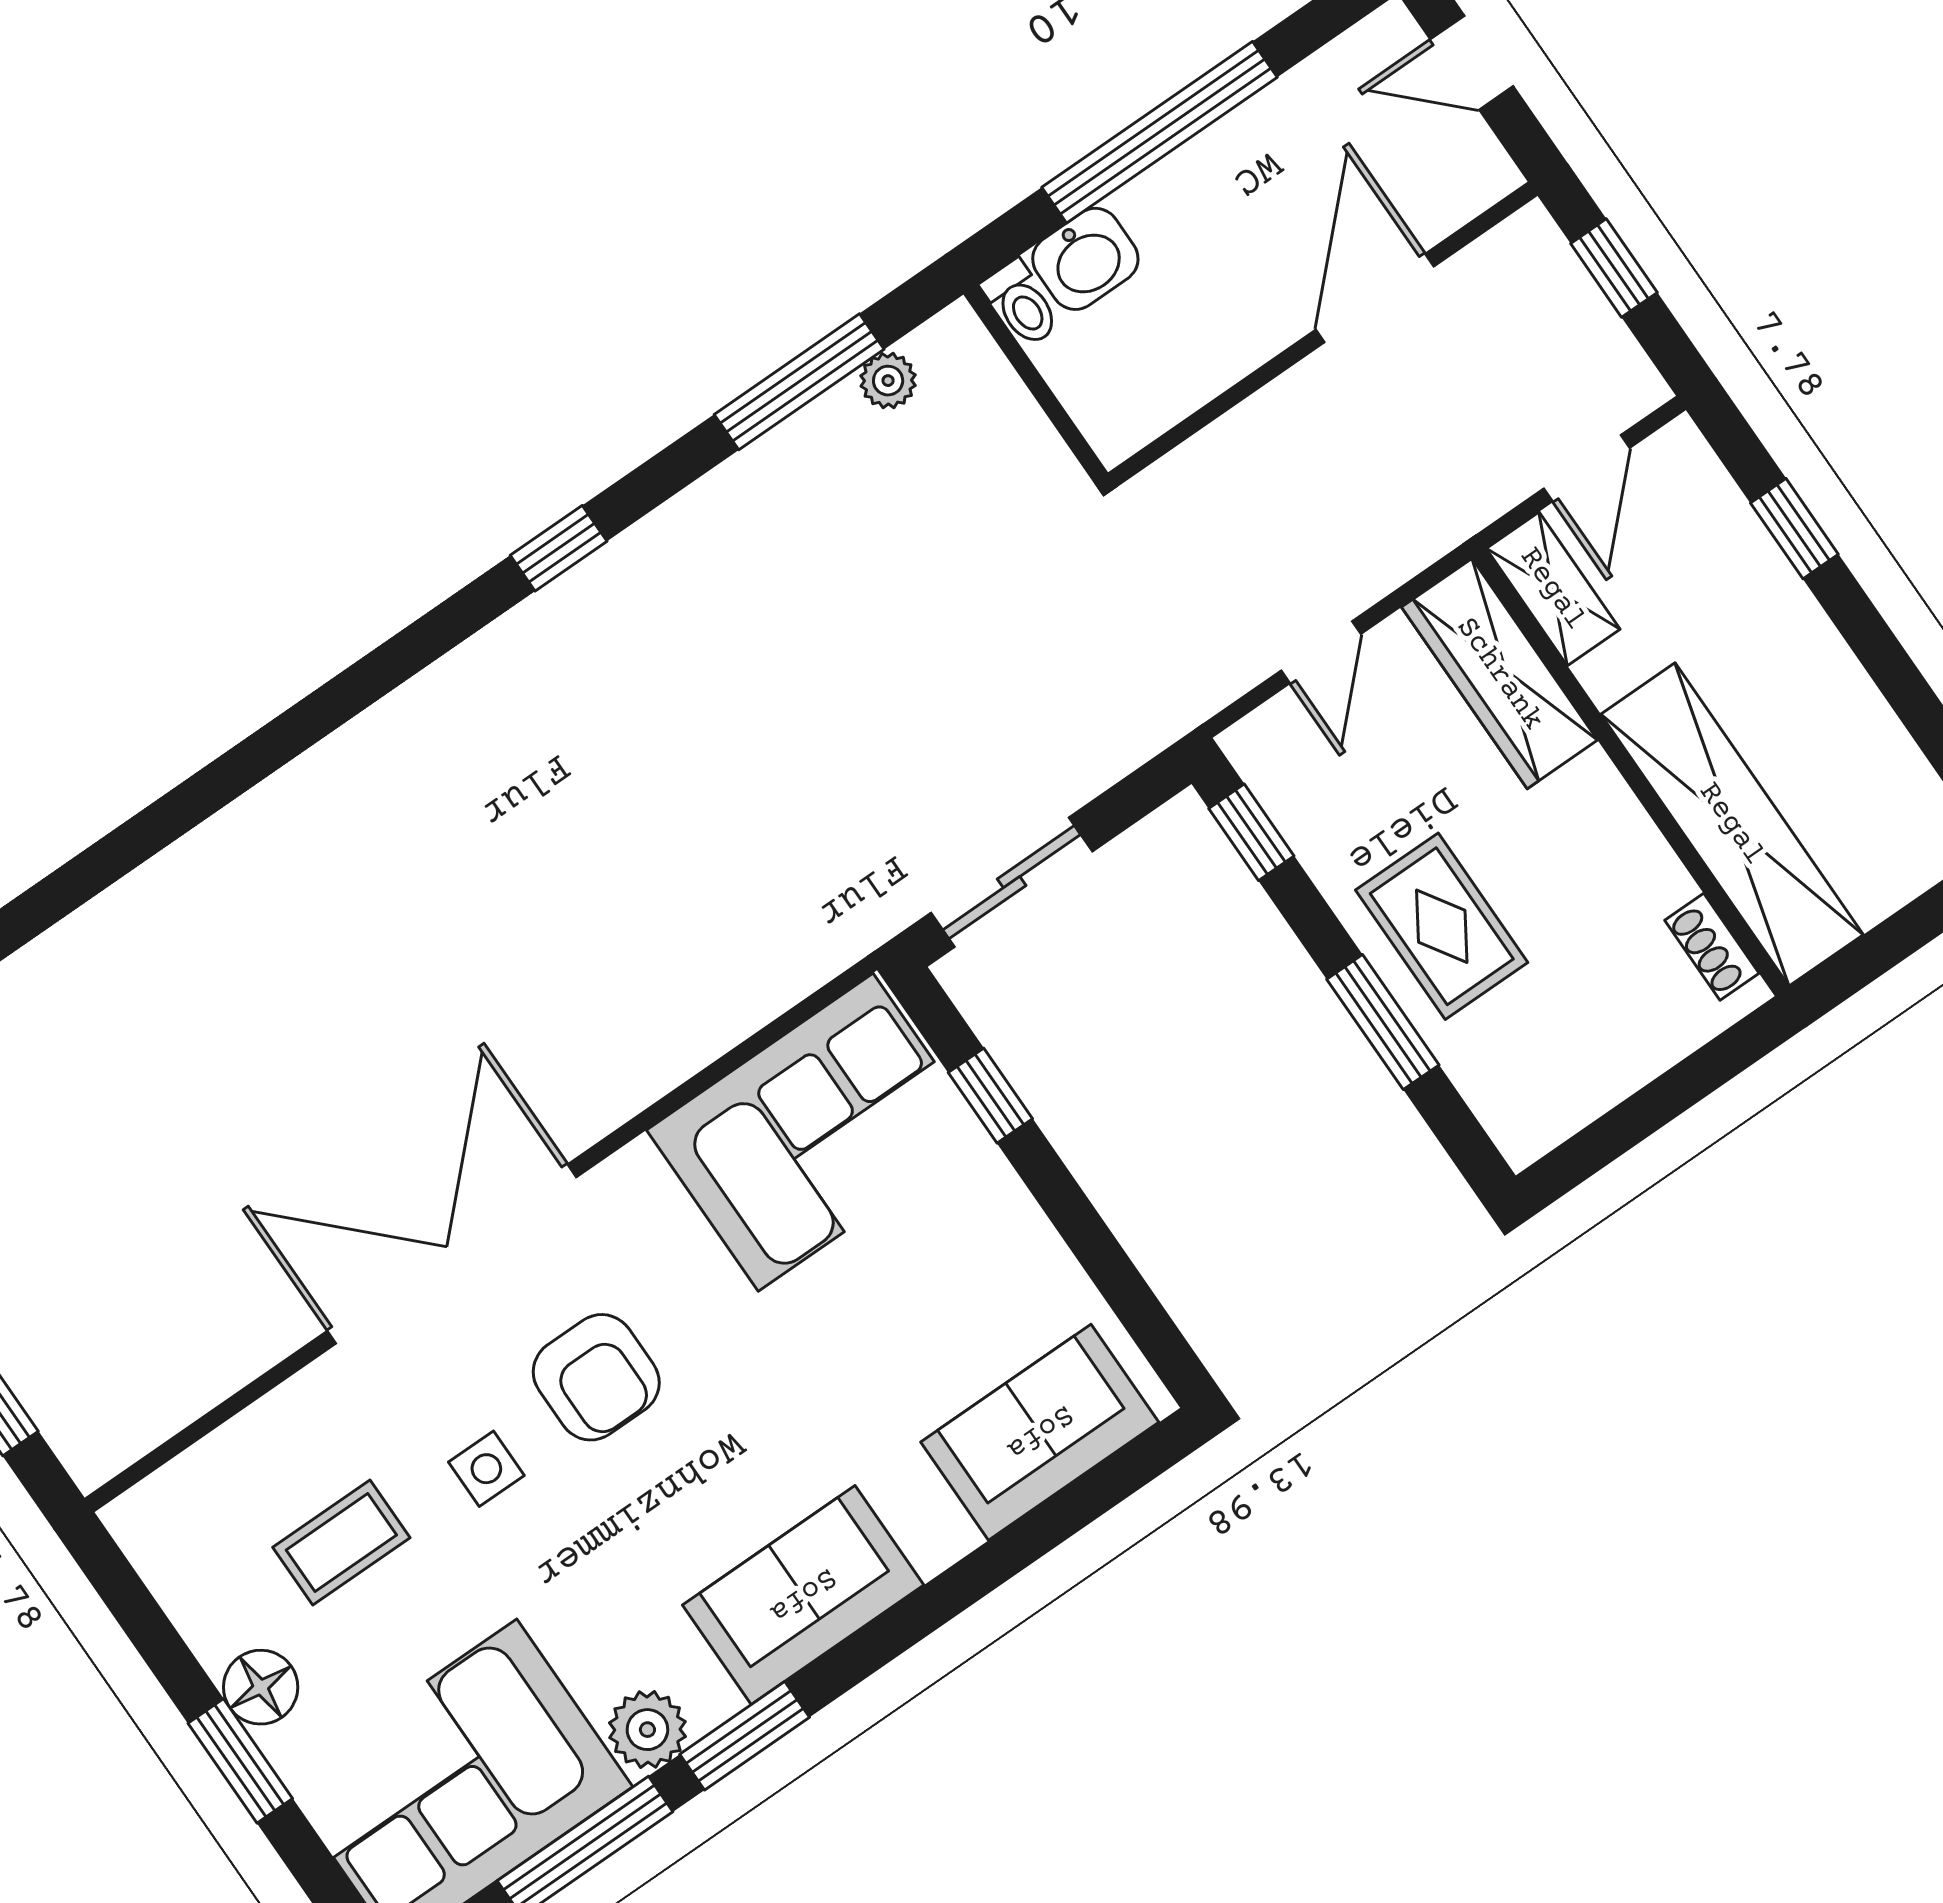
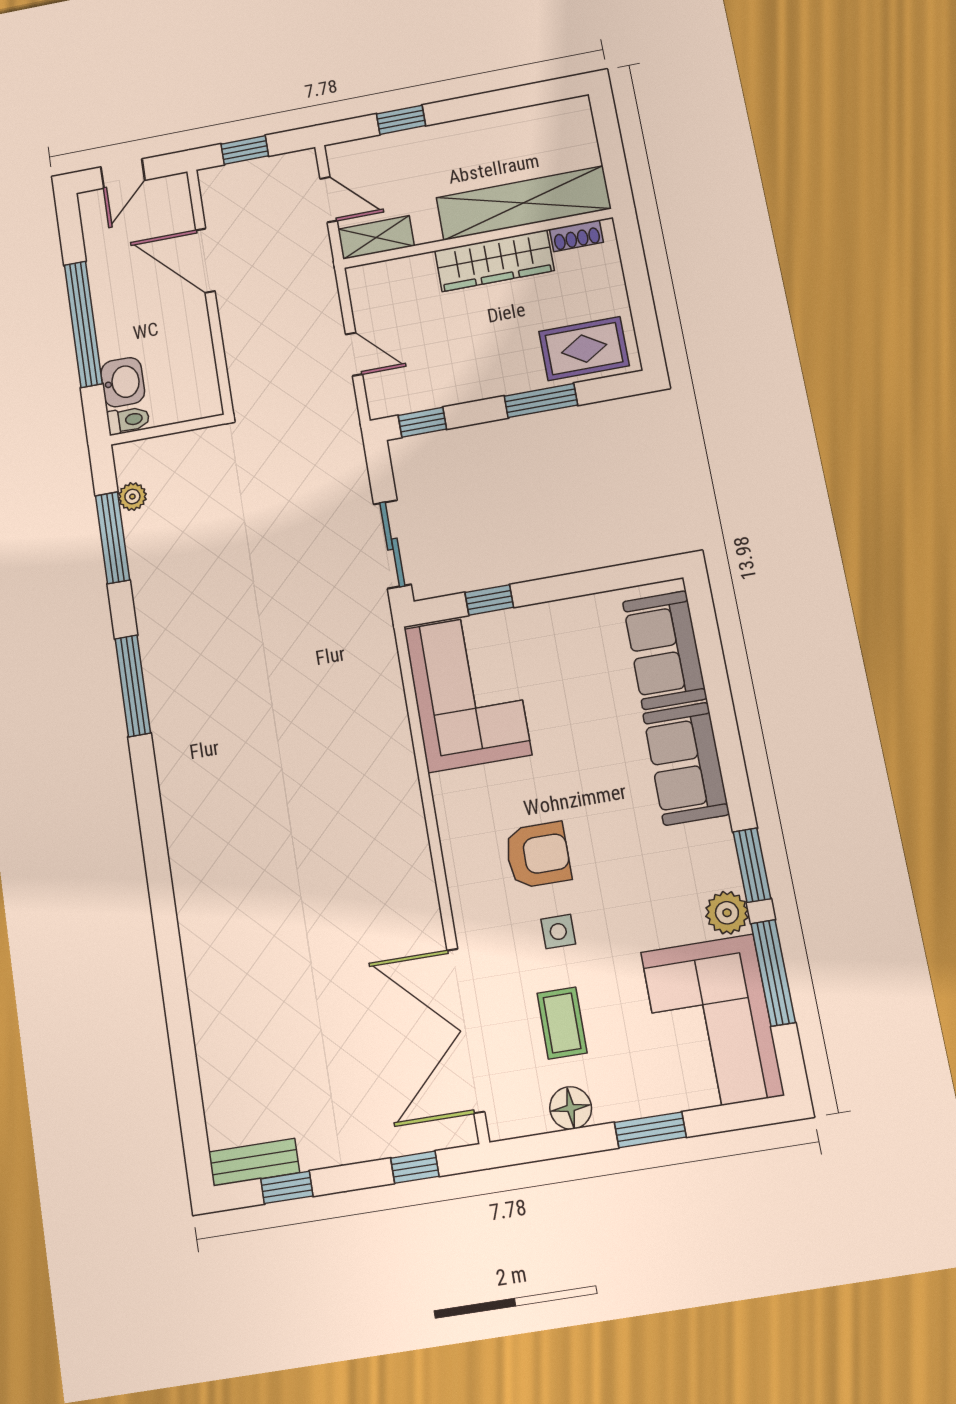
window: (559, 548) -> (133, 686), width x2.17
wardrobe: (1500, 674) -> (494, 261), moved
rug: (1442, 926) -> (584, 349), moved
double door: (452, 1254) -> (466, 1030), moved
sofa: (803, 1595) -> (686, 764), moved
floor lamp: (261, 1687) -> (571, 1108), moved

